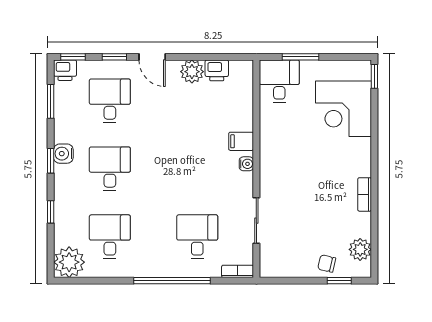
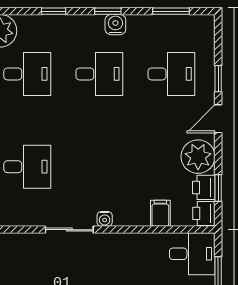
window: (73, 57) -> (218, 188), moved
printer: (65, 70) -> (204, 213), moved
plant: (192, 72) -> (198, 157), width x1.36, depth x1.36
filing cabinet: (241, 141) -> (160, 213), moved
sliding door: (256, 221) -> (69, 230), moved

